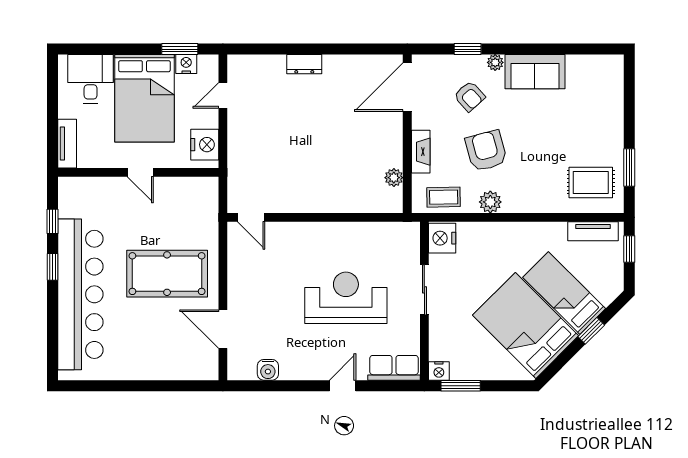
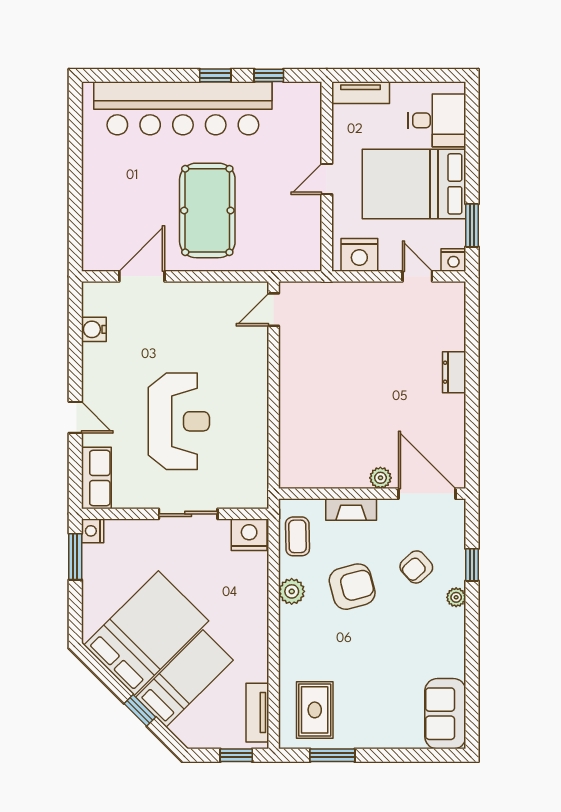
nightstand: (186, 64) -> (453, 260), moved, turned 90
sofa: (535, 72) -> (445, 714), moved
plant: (394, 178) -> (380, 478), moved

